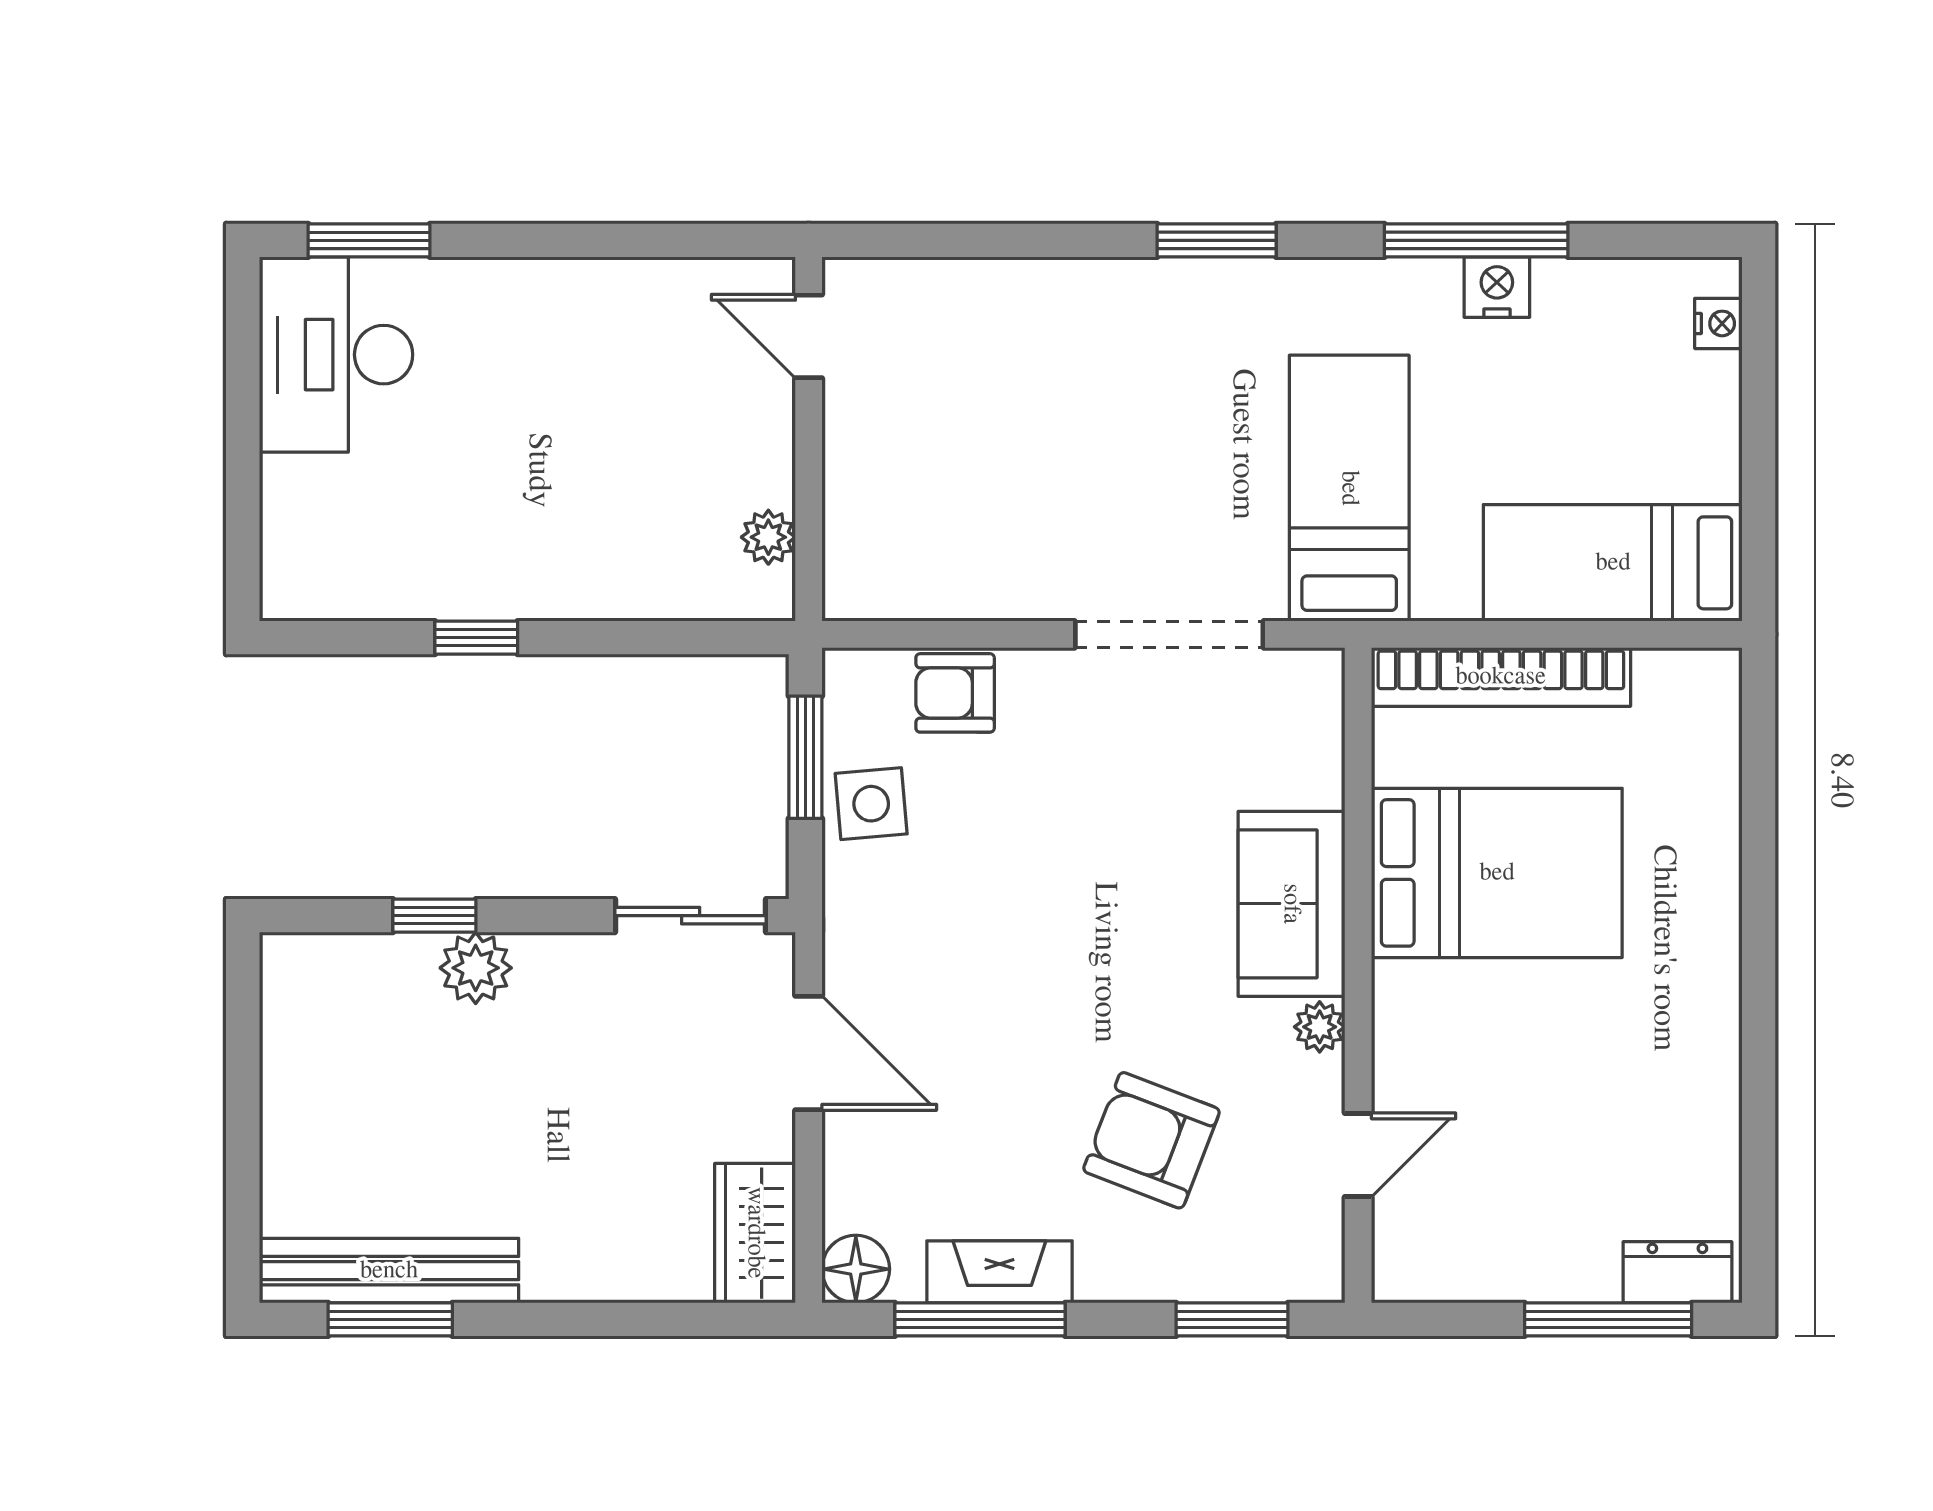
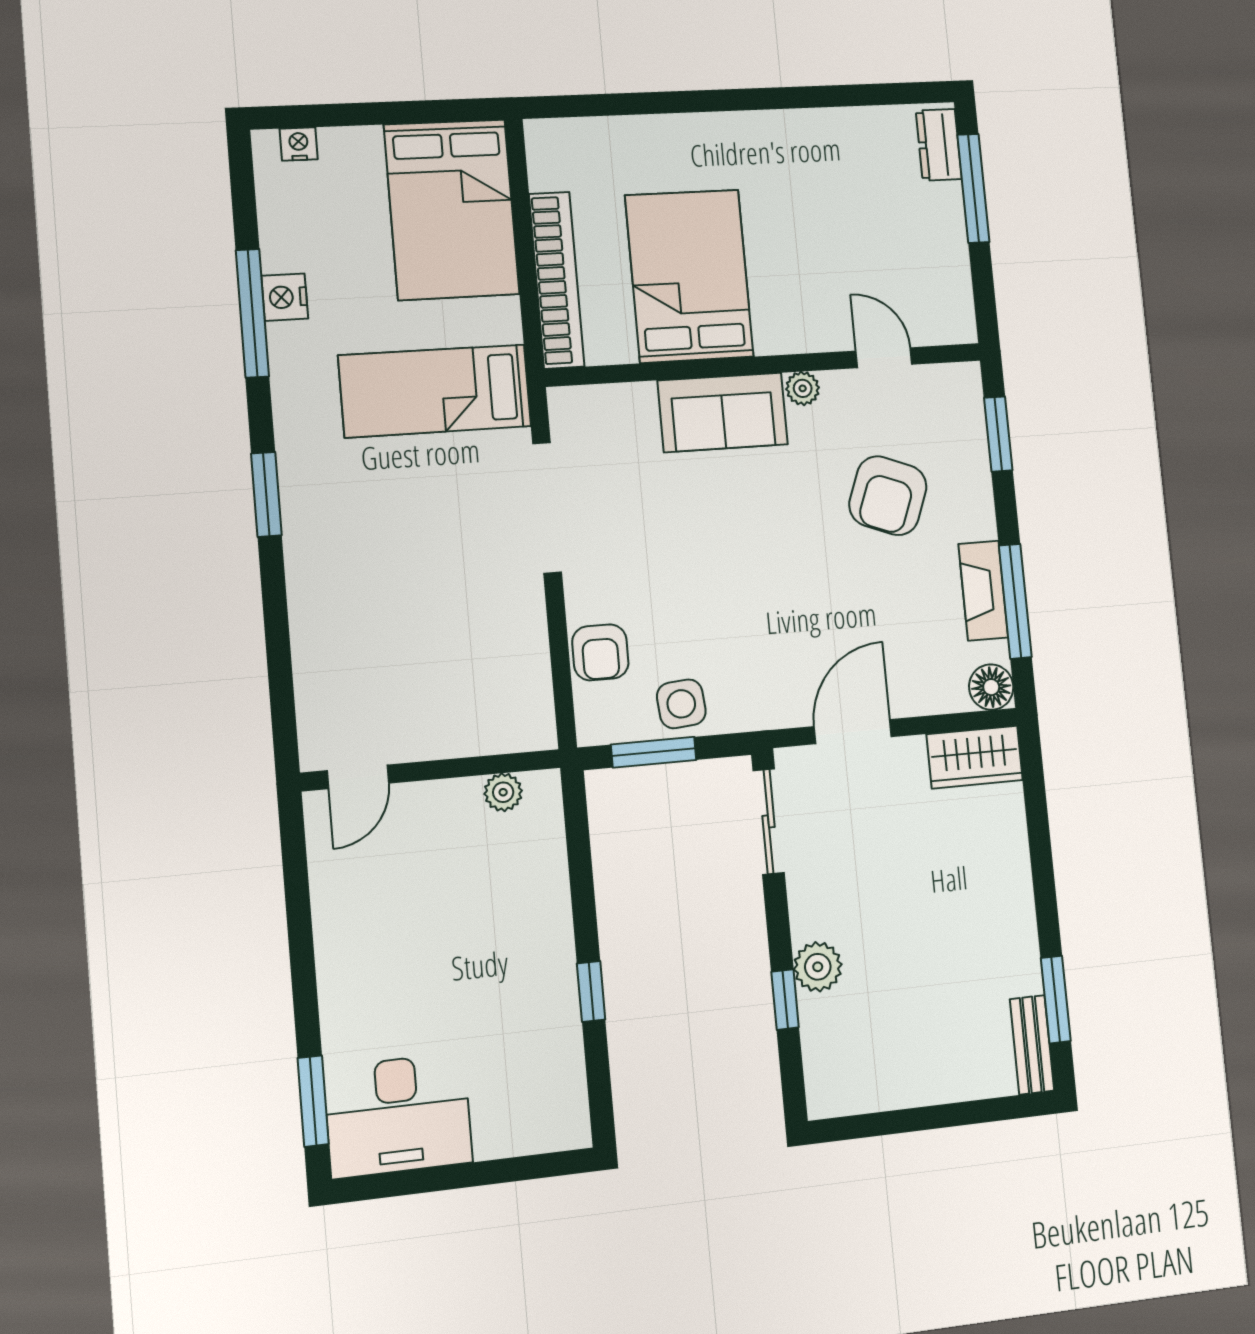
bed: (1613, 563) -> (452, 209), width x1.50
bench: (389, 1271) -> (1032, 1045), width x0.54, depth x0.82

